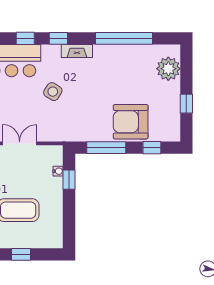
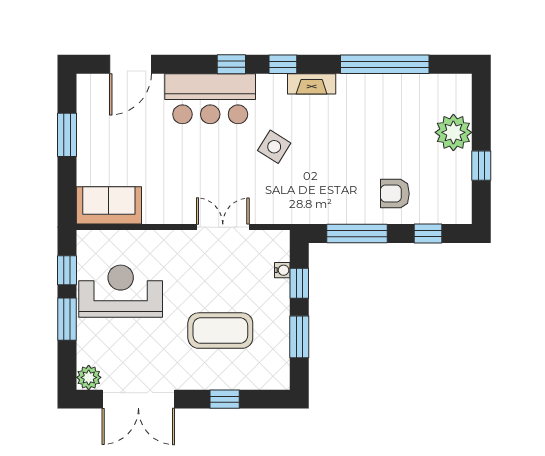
plant: (168, 69) -> (453, 132), moved
armchair: (131, 122) -> (395, 194), width x0.53, depth x0.53
window: (69, 214) -> (299, 337), added

